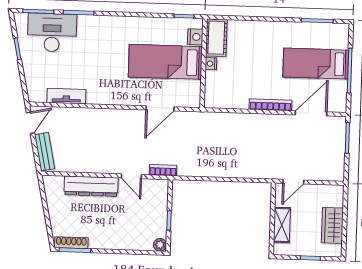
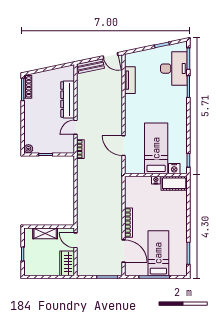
wardrobe: (332, 225) -> (67, 263), moved, turned -90

